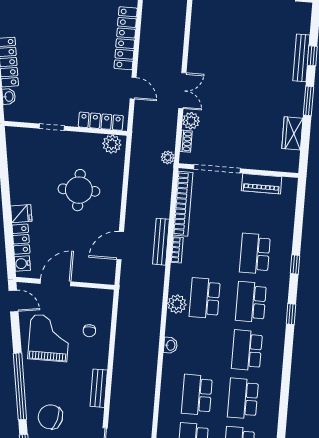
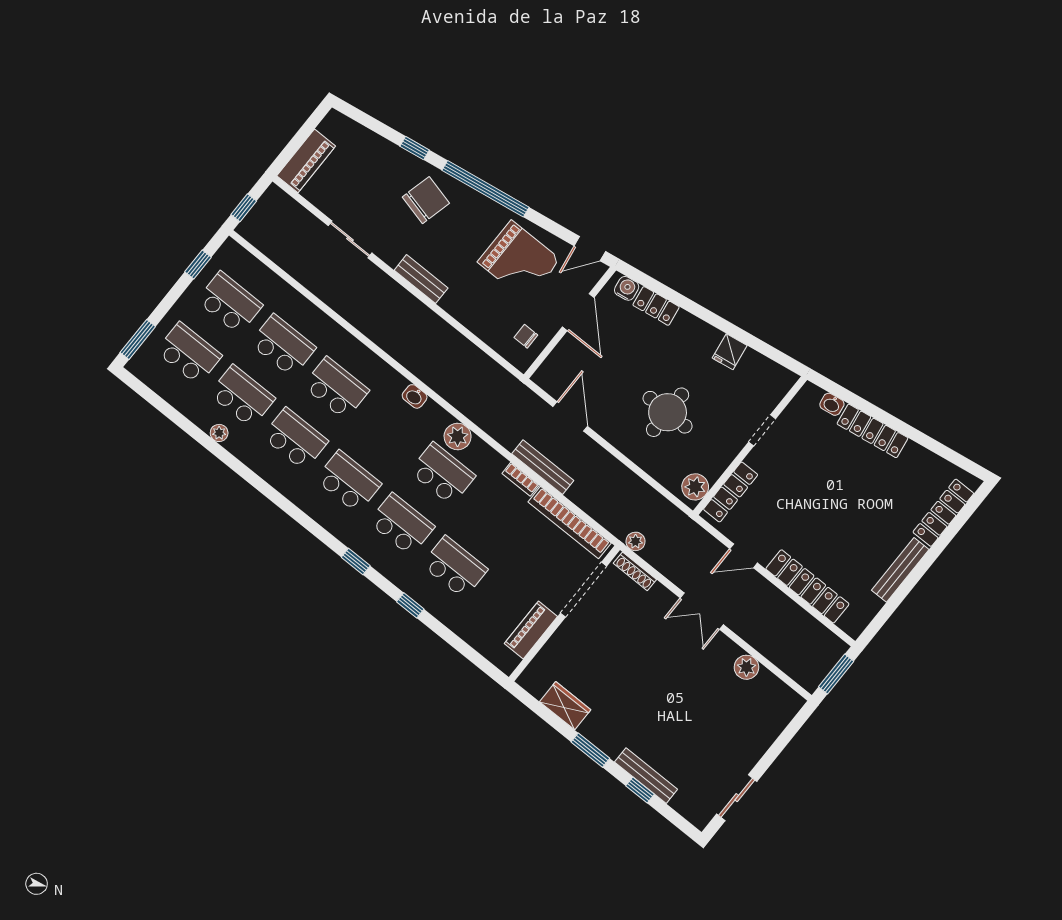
plant: (191, 121) -> (746, 667), moved
shoe rack: (186, 141) -> (635, 571), width x1.43
fridge: (21, 214) -> (730, 352), moved
chair: (89, 331) -> (526, 336), moved

